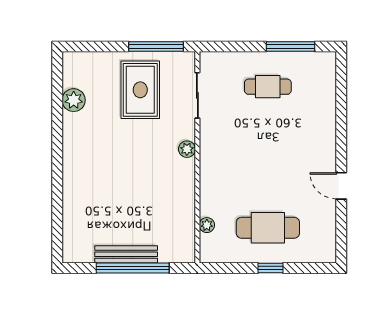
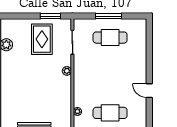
window: (156, 46) -> (50, 16), width x0.69
window: (290, 46) -> (109, 16), moved
cafe table: (268, 87) -> (110, 38), width x1.37, depth x1.35

